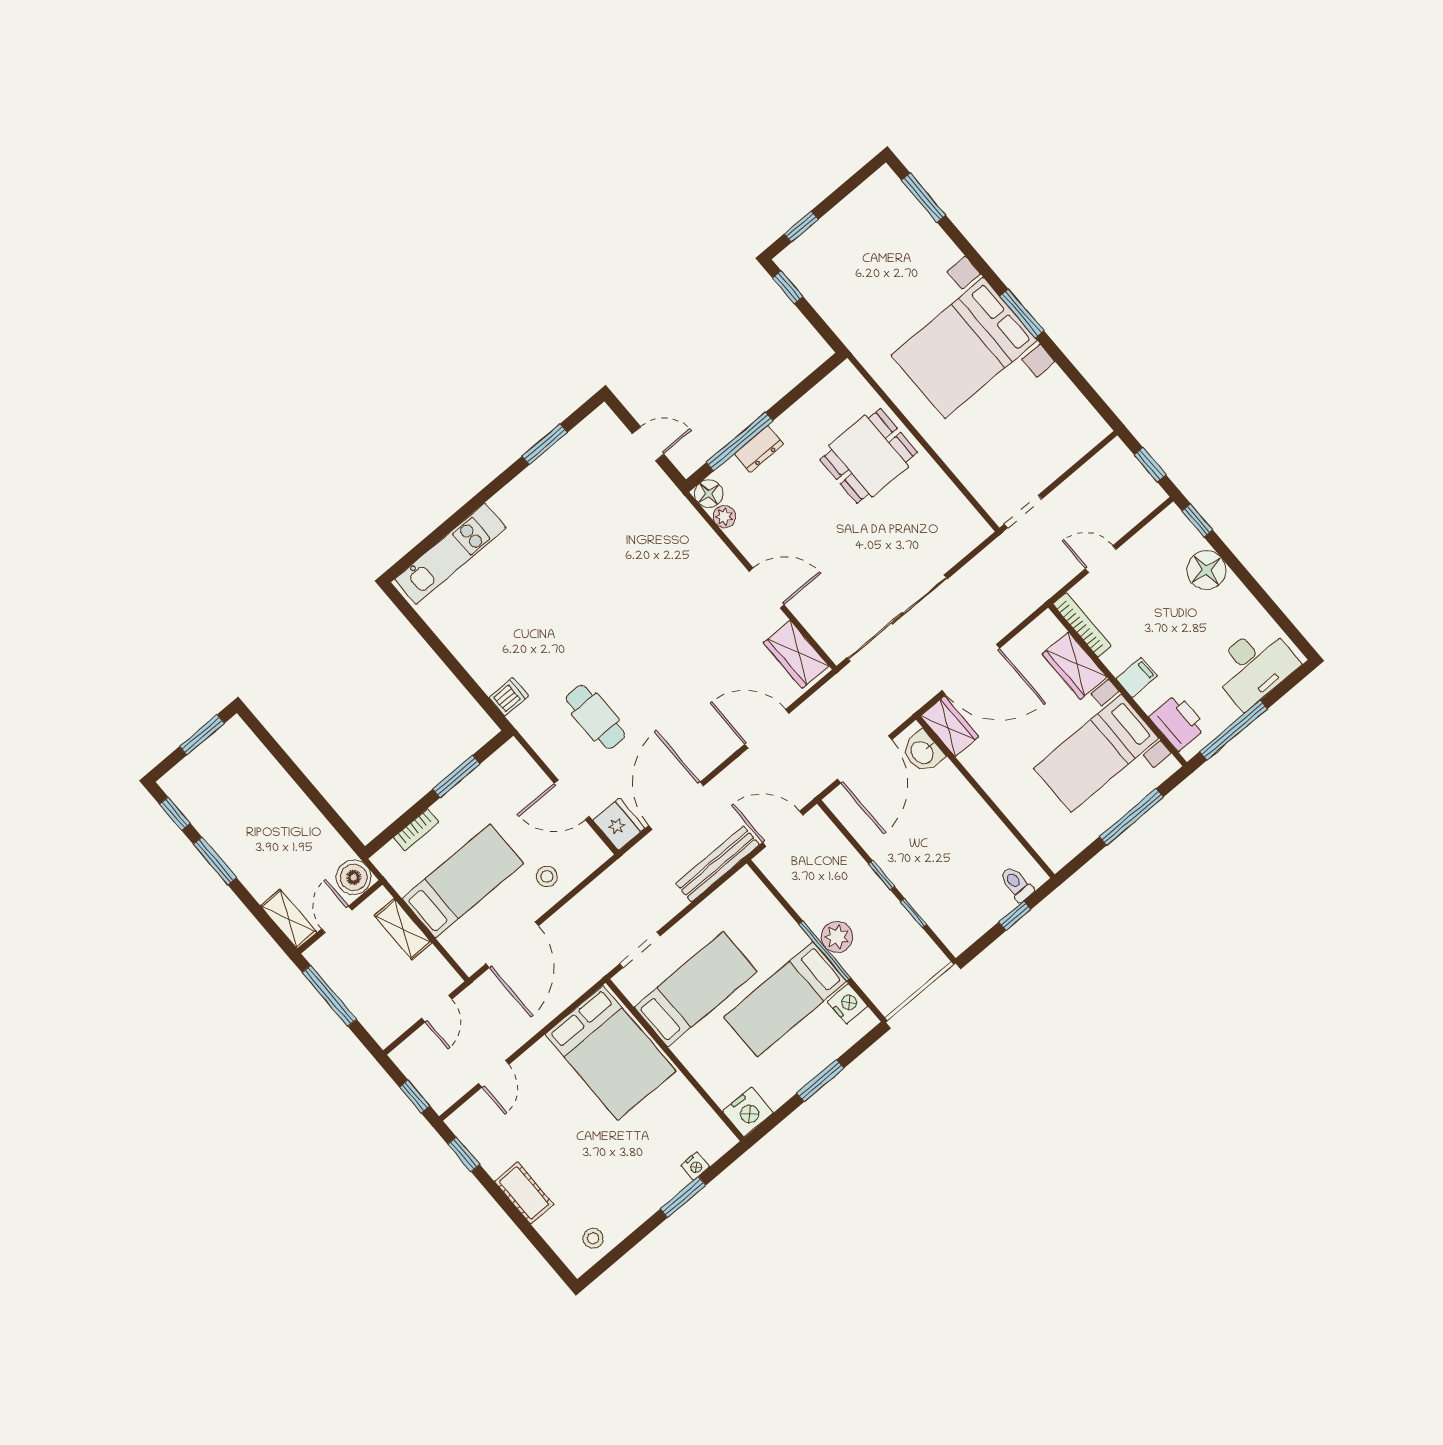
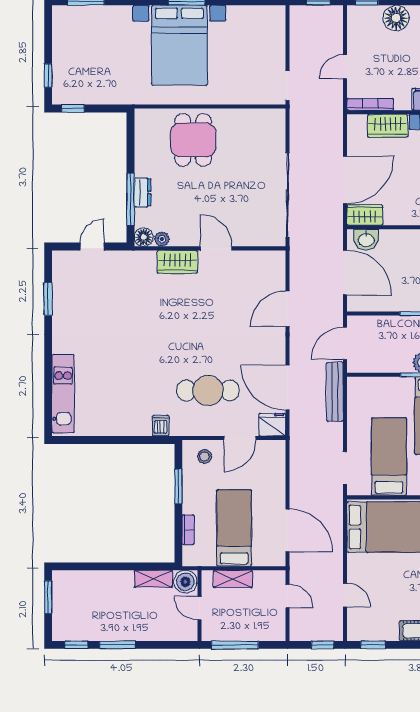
door: (767, 588) -> (216, 248), hinge flipped
wardrobe: (796, 654) -> (177, 262), moved
cafe table: (595, 717) -> (208, 390), width x1.37, depth x1.35
stool: (547, 876) -> (205, 457), moved
shelving: (289, 919) -> (153, 579), moved

